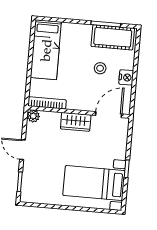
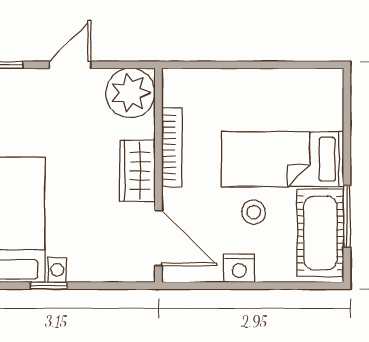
bed: (46, 50) -> (283, 159), moved
bookcase: (47, 103) -> (172, 147), moved
plant: (33, 116) -> (130, 93), width x1.87, depth x1.87

